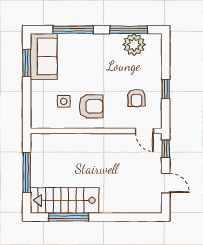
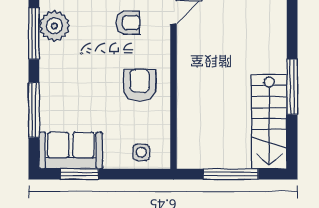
side table: (64, 101) -> (141, 152), moved
window: (69, 217) -> (292, 87), moved

